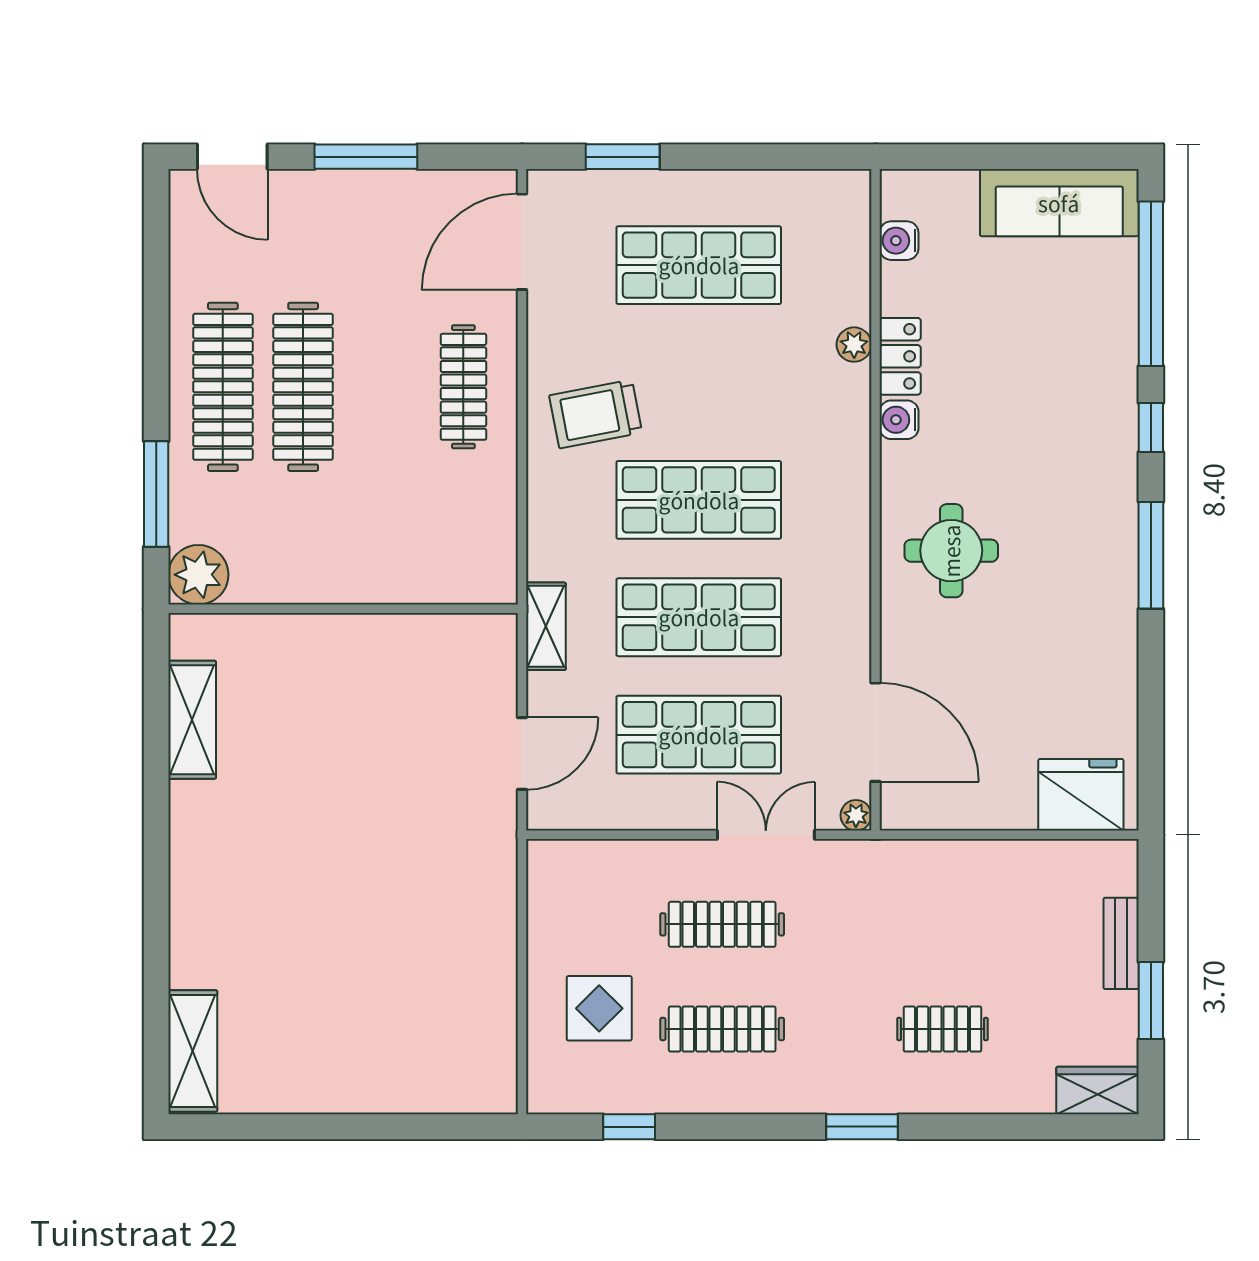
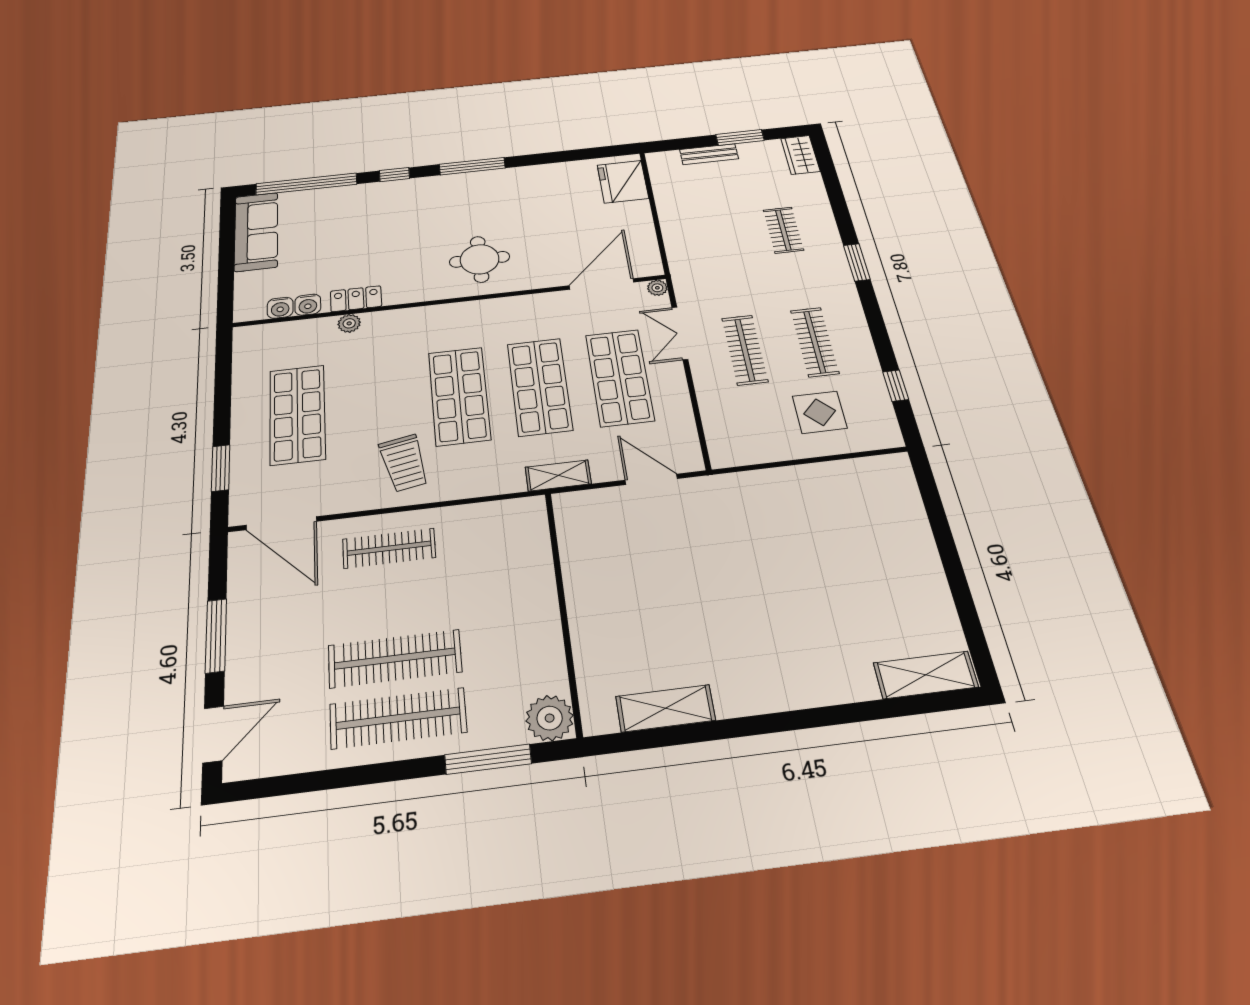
water cooler: (899, 420) -> (308, 305), moved

